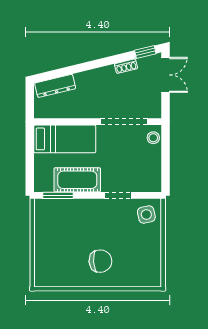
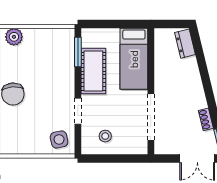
dresser: (55, 86) -> (185, 44), width x0.70
stool: (153, 138) -> (105, 136), moved
plant: (43, 260) -> (14, 37), added

